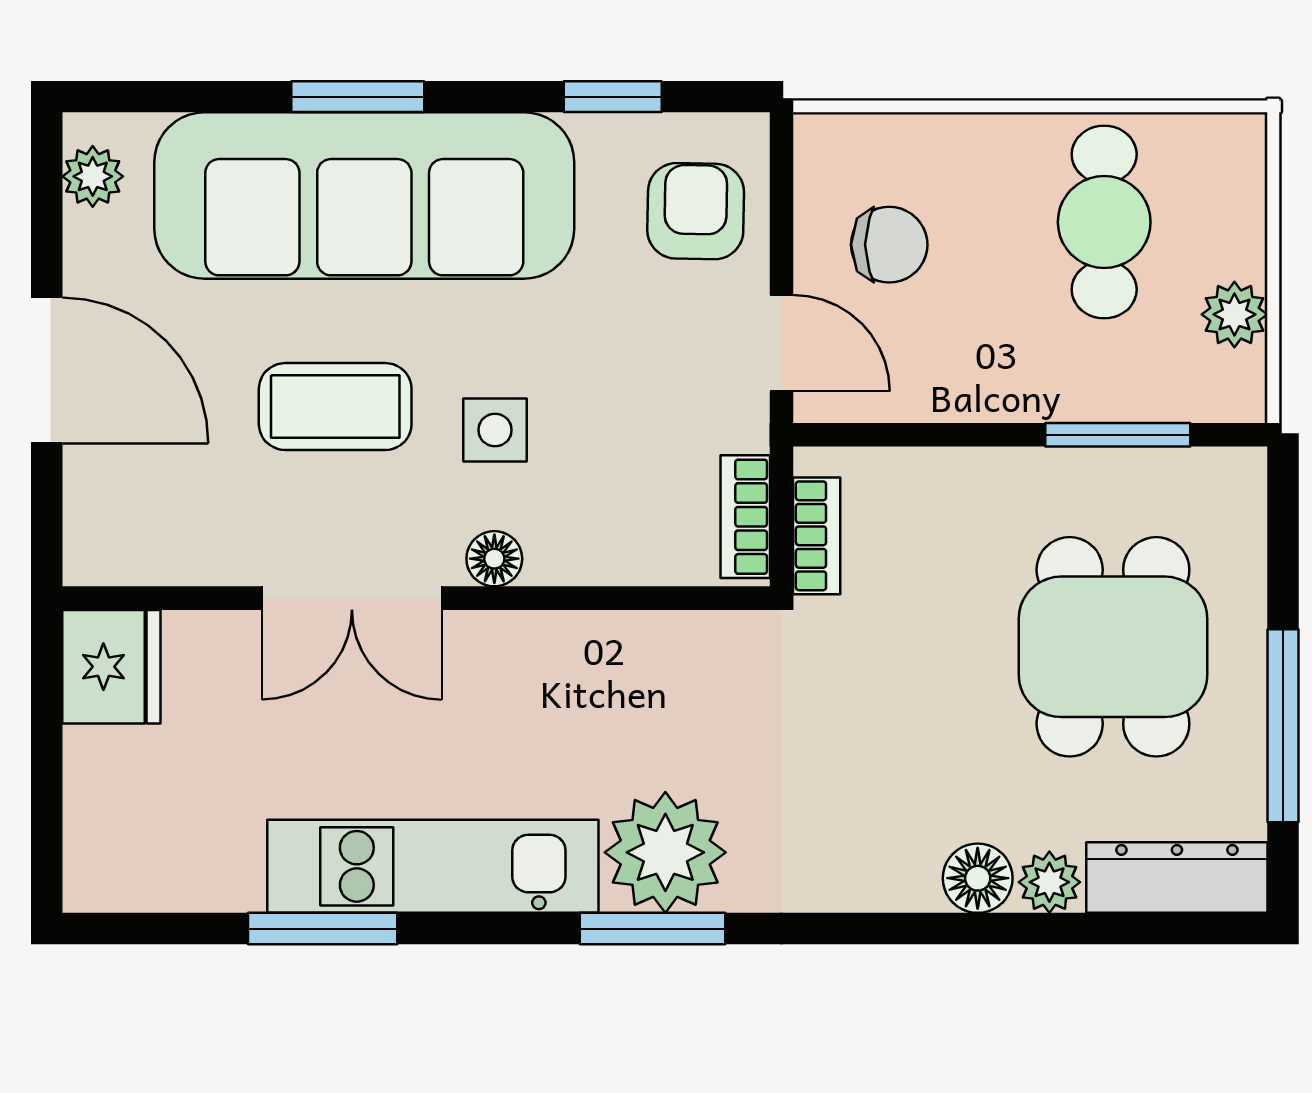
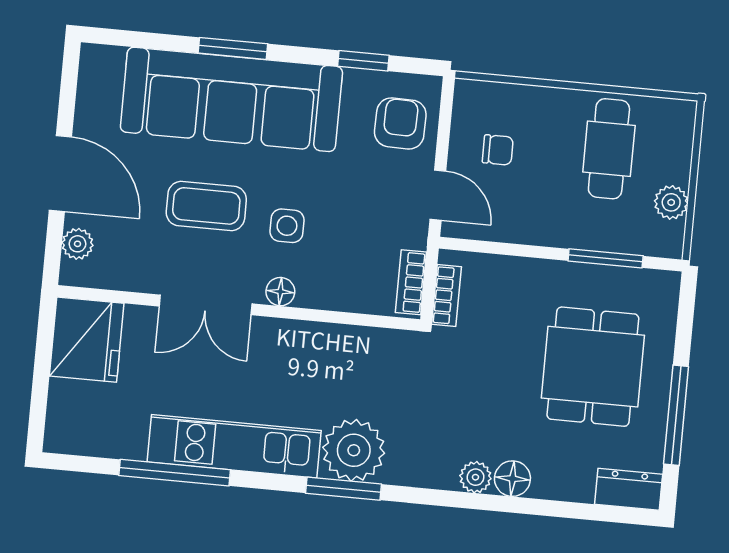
plant: (93, 176) -> (77, 244), moved
chair: (889, 245) -> (498, 150), width x0.73, depth x0.73
fridge: (111, 667) -> (87, 340), width x1.36, depth x1.34
dresser: (1177, 878) -> (629, 489), width x0.70
plant: (1049, 882) -> (475, 477), moved
window: (323, 929) -> (175, 473), width x1.44

